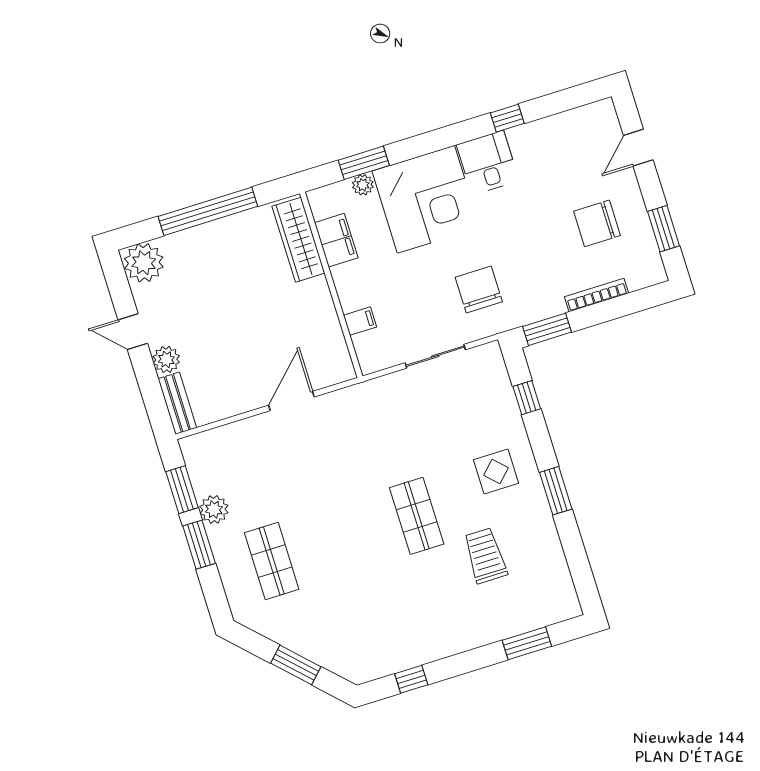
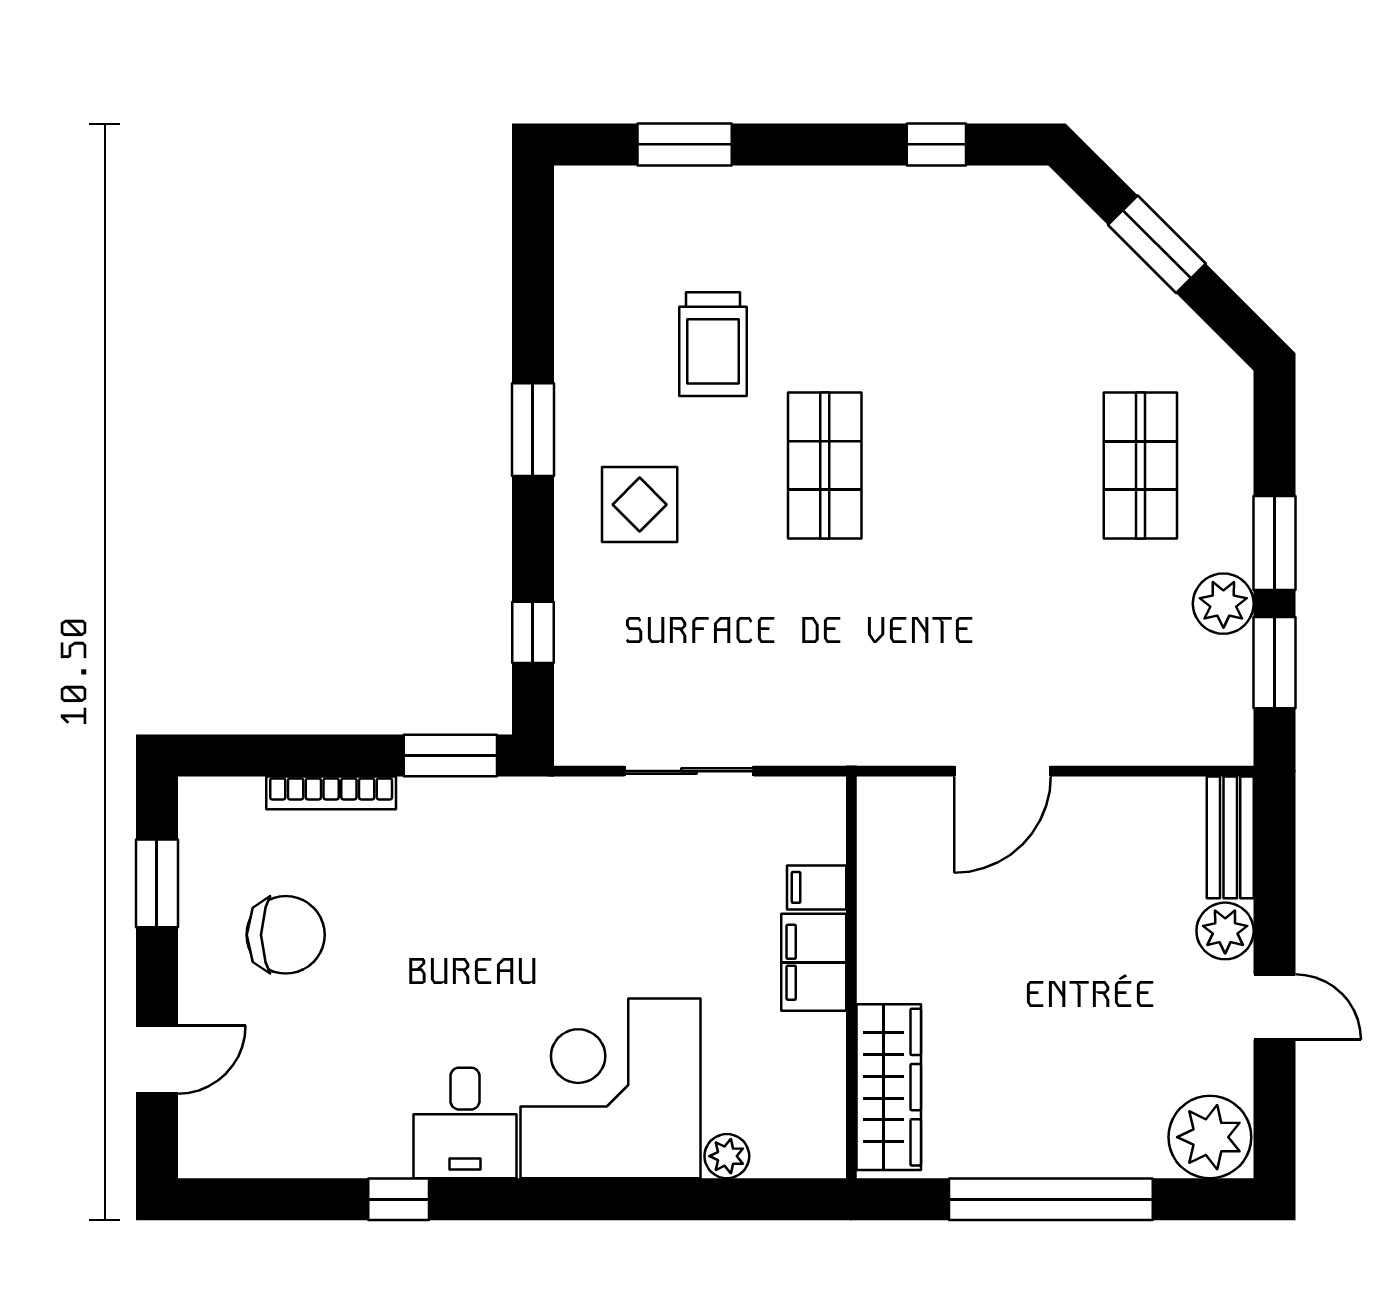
window: (364, 163) -> (711, 1199), removed
filing cabinet: (336, 240) -> (814, 962), moved
chair: (479, 289) -> (561, 877), removed

